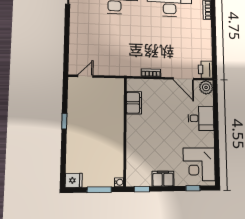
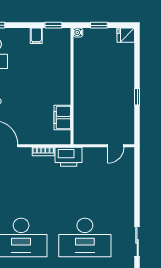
printer: (128, 67) -> (69, 157), added
filing cabinet: (163, 179) -> (36, 36), width x0.50
window: (99, 190) -> (99, 25), width x0.67

